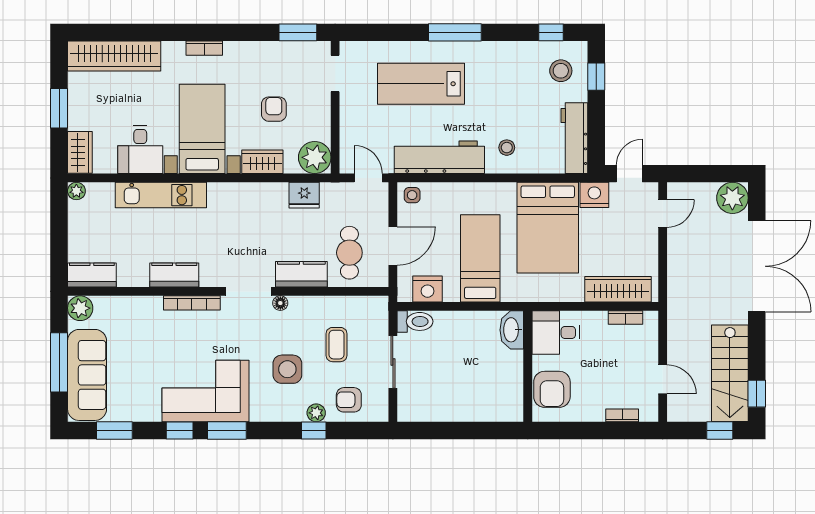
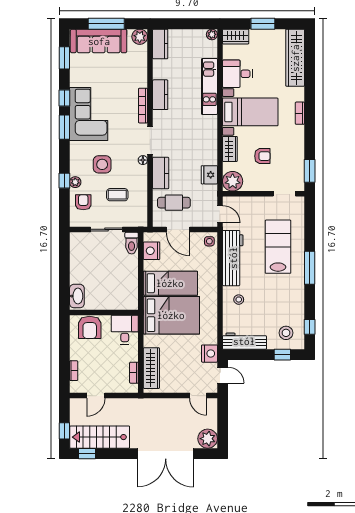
door: (368, 178) -> (220, 214), hinge flipped
bed: (548, 228) -> (171, 315), moved, turned 180
washbasin: (512, 330) -> (77, 296), moved, turned 90
armchair: (552, 389) -> (90, 327), turned -90

